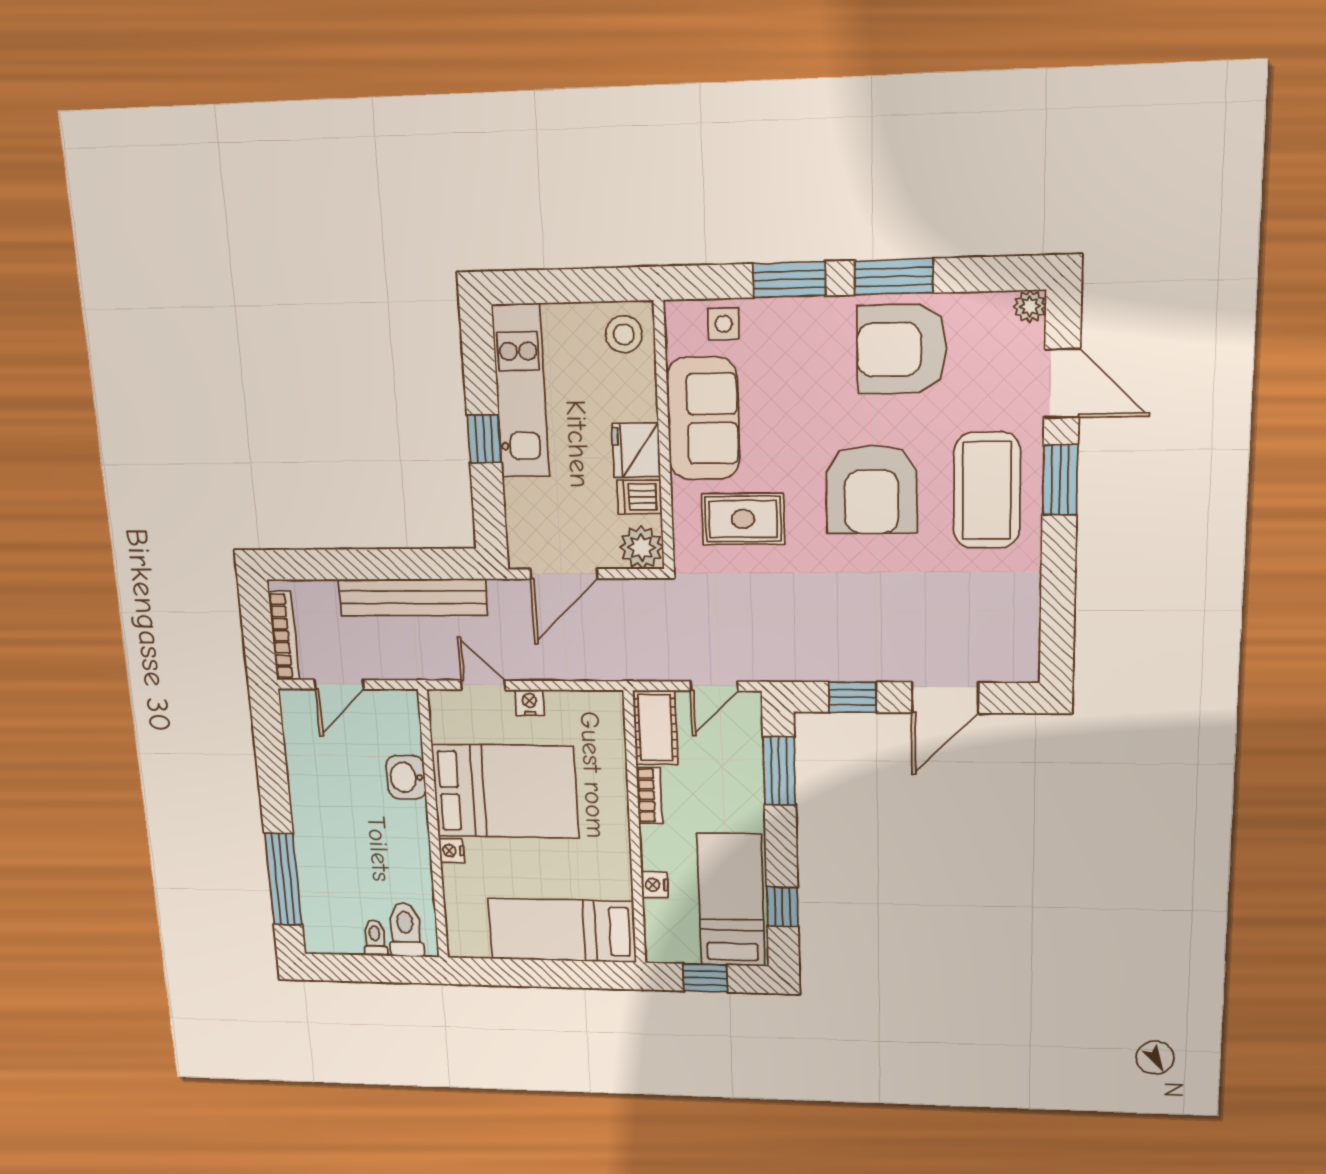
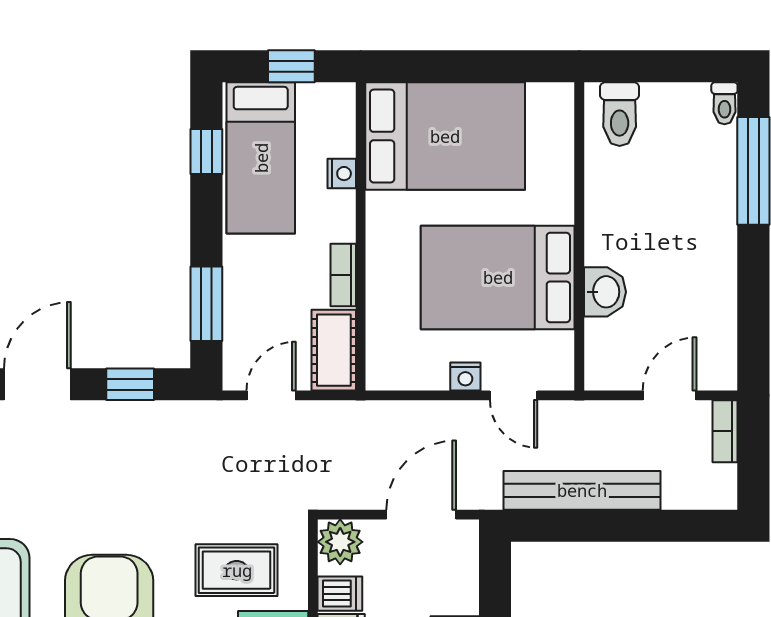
bookcase: (284, 636) -> (725, 431), width x0.64
nightstand: (451, 851) -> (561, 208), removed
bed: (562, 930) -> (445, 136), width x1.50
toilet: (375, 938) -> (724, 103), moved

